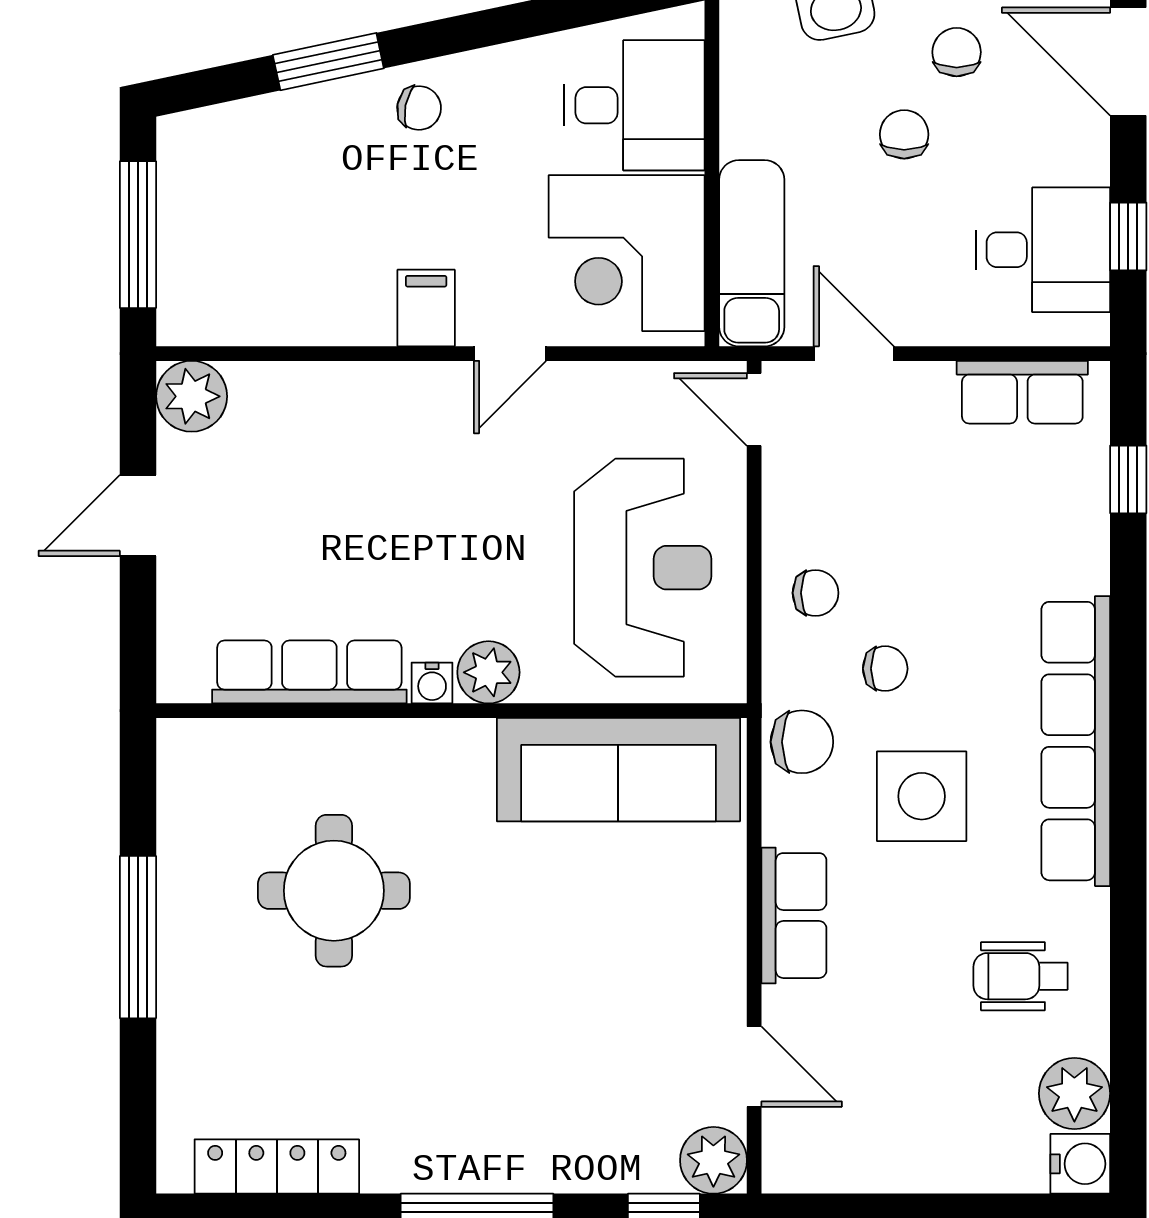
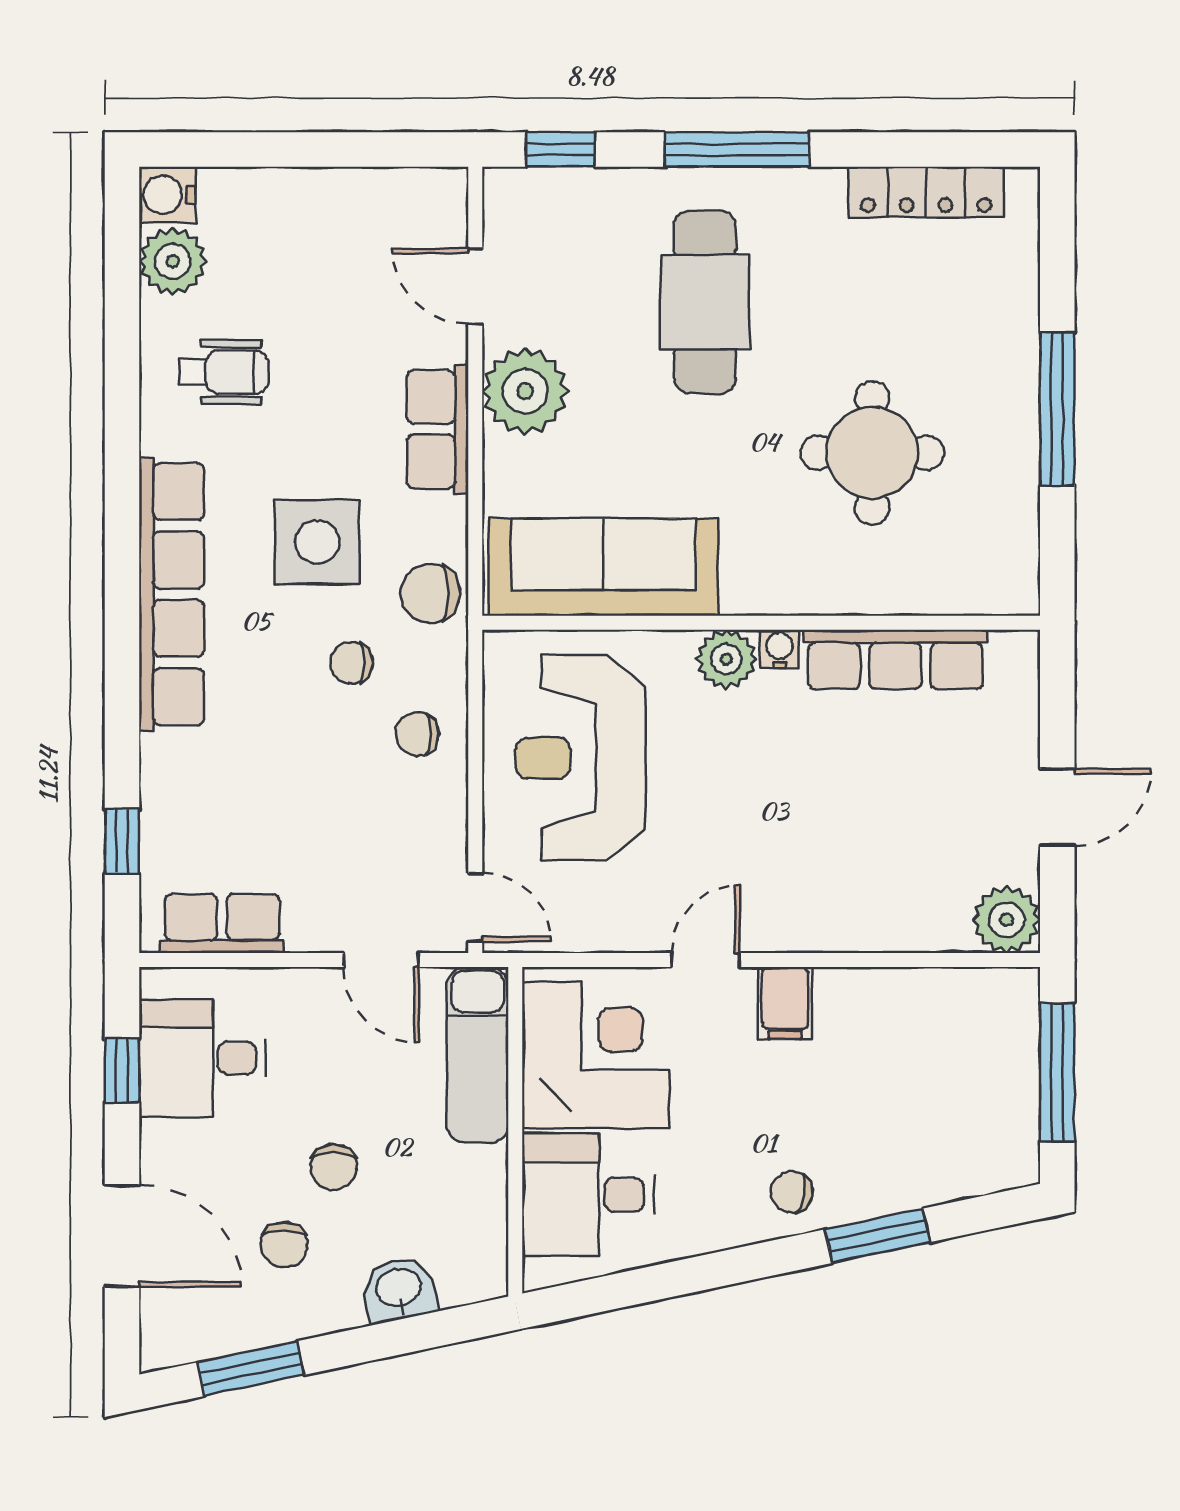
cafe table: (511, 1050) -> (705, 302), added
plant: (713, 1160) -> (525, 391), moved, width x1.36, depth x1.36

